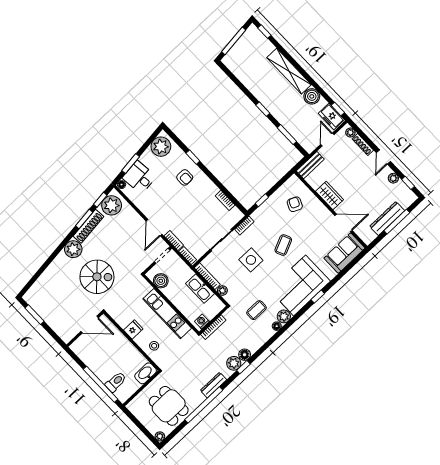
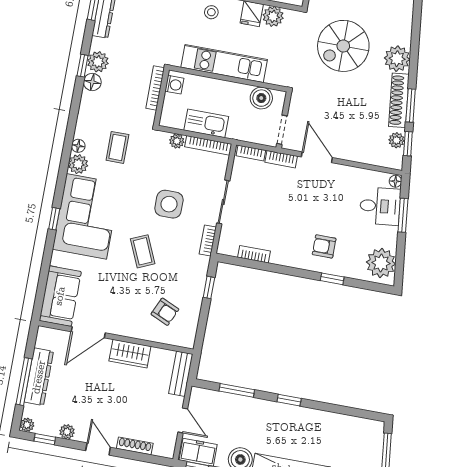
plant: (350, 132) -> (27, 425), moved
plant: (112, 205) -> (396, 140), width x0.53, depth x0.53
plant: (123, 320) -> (273, 16), added

